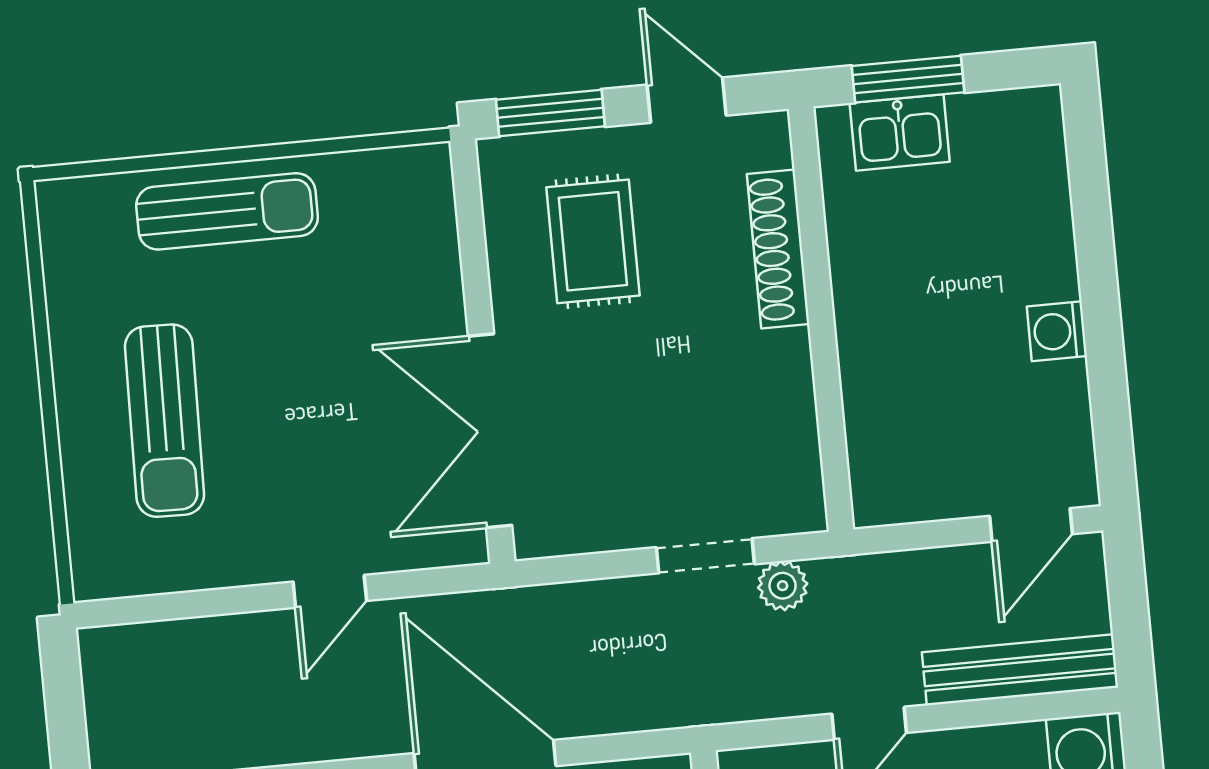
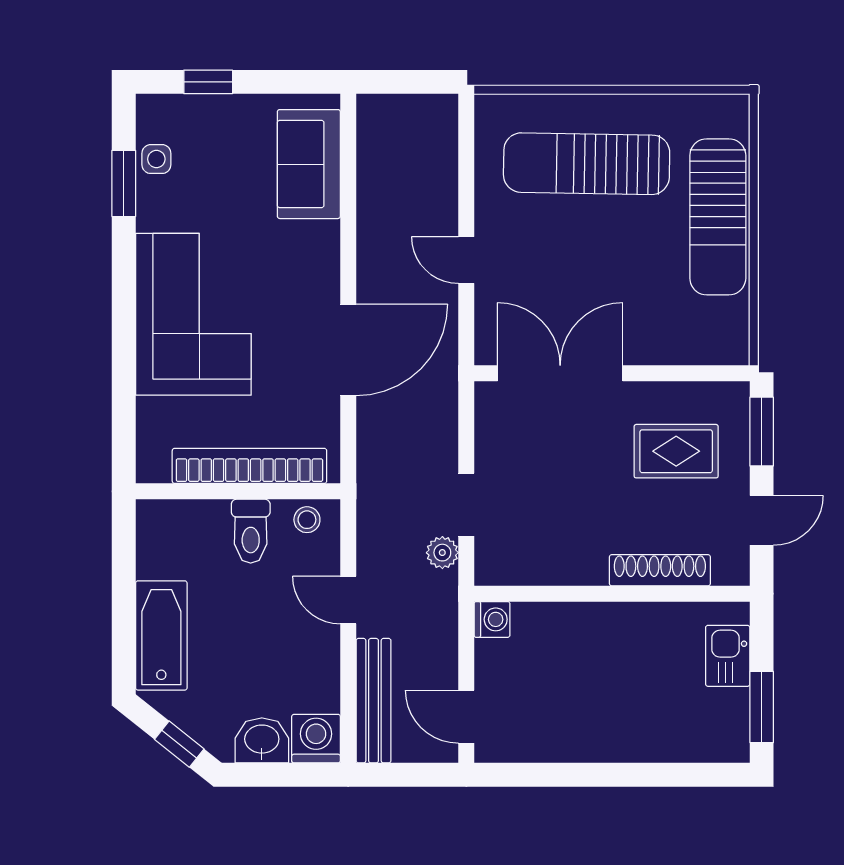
window: (908, 79) -> (762, 707), moved
sun lounger: (227, 211) -> (718, 217), width x1.36, depth x1.34
washing machine: (1057, 331) -> (492, 619), moved, turned 90
sun lounger: (164, 421) -> (587, 164), width x1.36, depth x1.34

